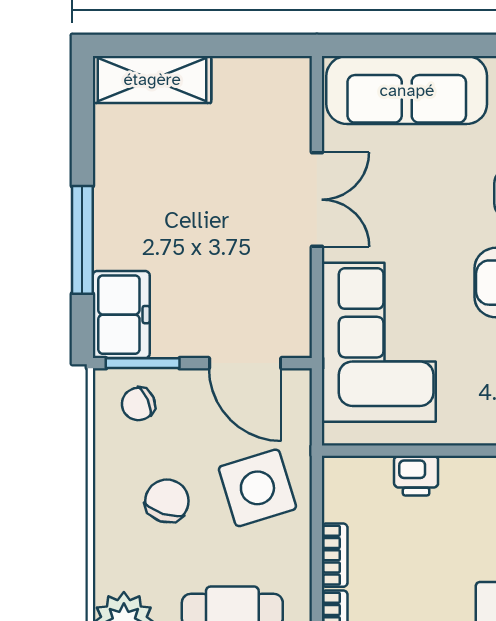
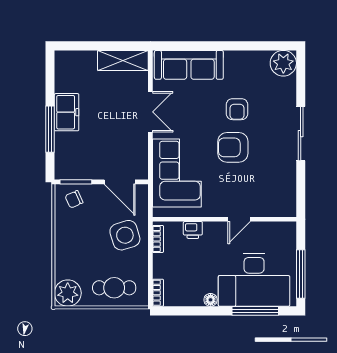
shelving: (152, 79) -> (123, 60), moved
freezer: (121, 315) -> (67, 112), moved
chair: (167, 501) -> (86, 241), removed
bookcase: (335, 555) -> (158, 239), moved

